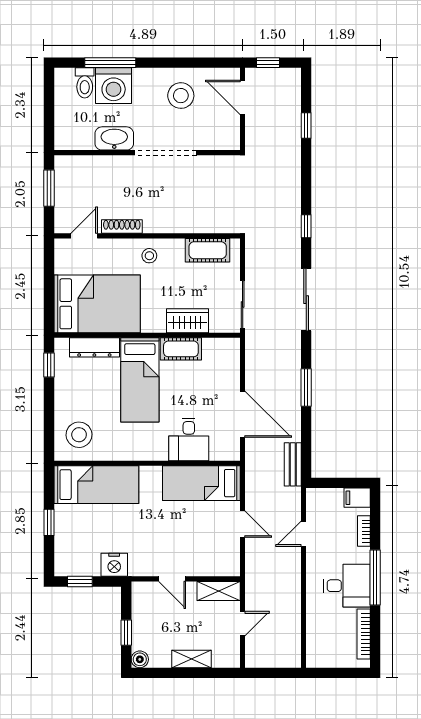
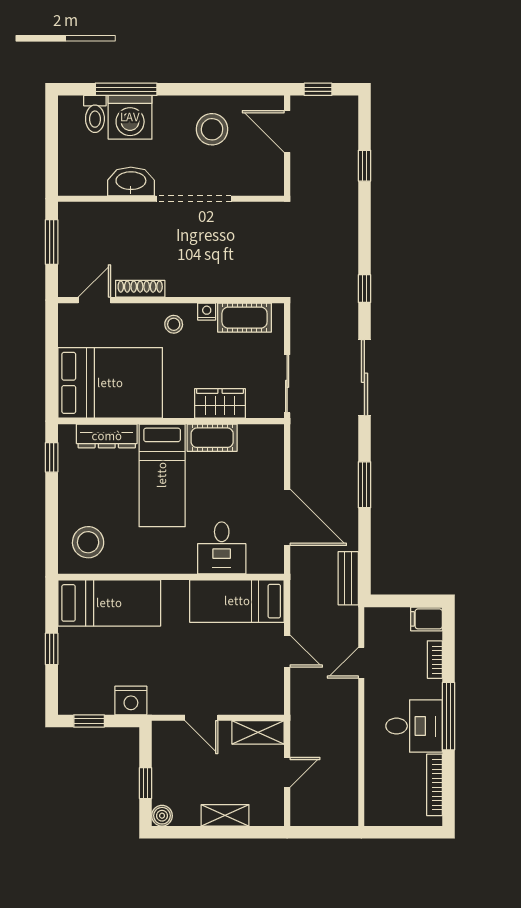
nightstand: (176, 245) -> (207, 312), added

